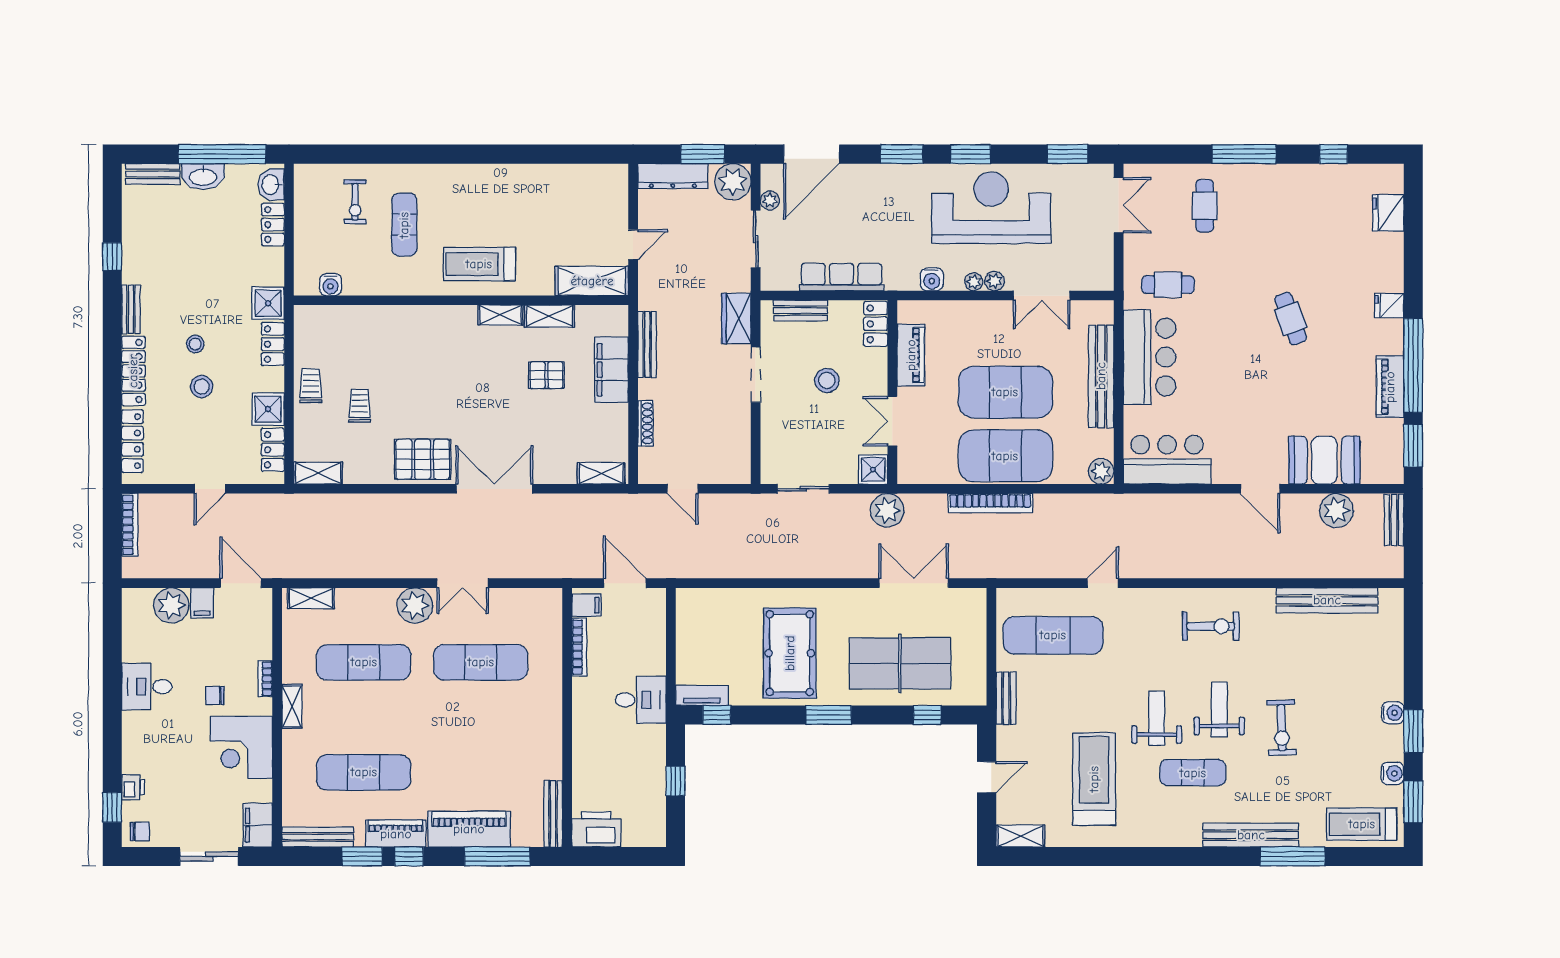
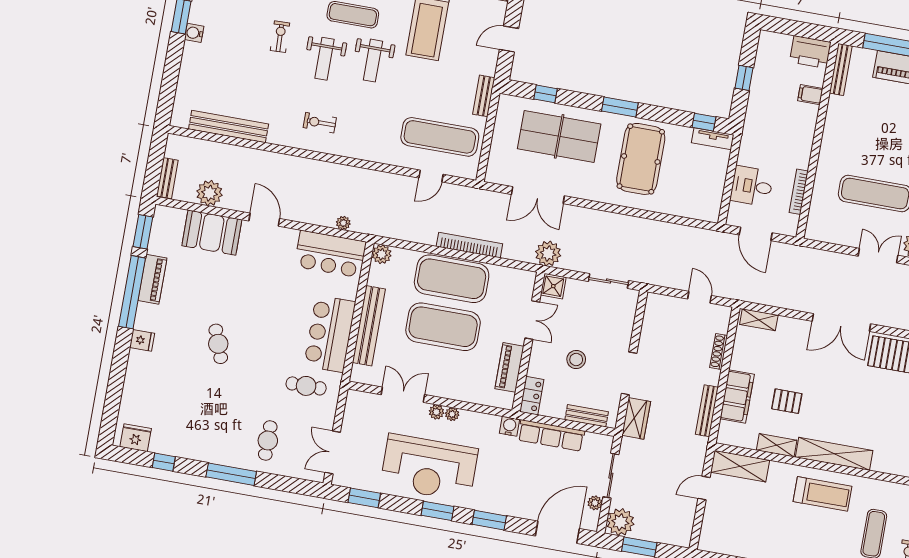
dresser: (673, 176) -> (665, 534), removed
fridge: (1388, 213) -> (136, 438), moved, turned -90
water cooler: (932, 279) -> (509, 426), moved
shelving: (500, 315) -> (834, 454), width x2.20, depth x1.33
plant: (1157, 503) -> (343, 223), added
door: (1103, 583) -> (431, 176), moved
filing cabinet: (587, 605) -> (810, 95), moved
exercise bike: (1211, 626) -> (320, 123), width x0.73, depth x0.72
desk: (641, 700) -> (752, 186), moved
exercise bike: (1282, 728) -> (280, 37), width x0.73, depth x0.72

